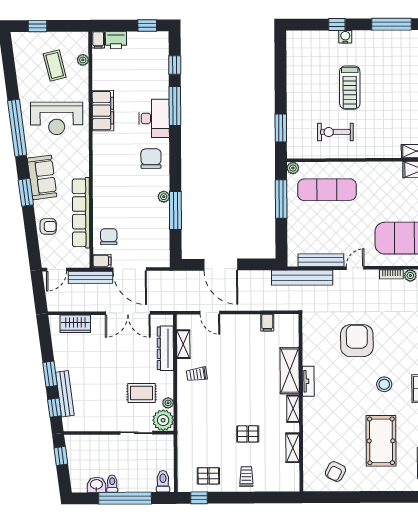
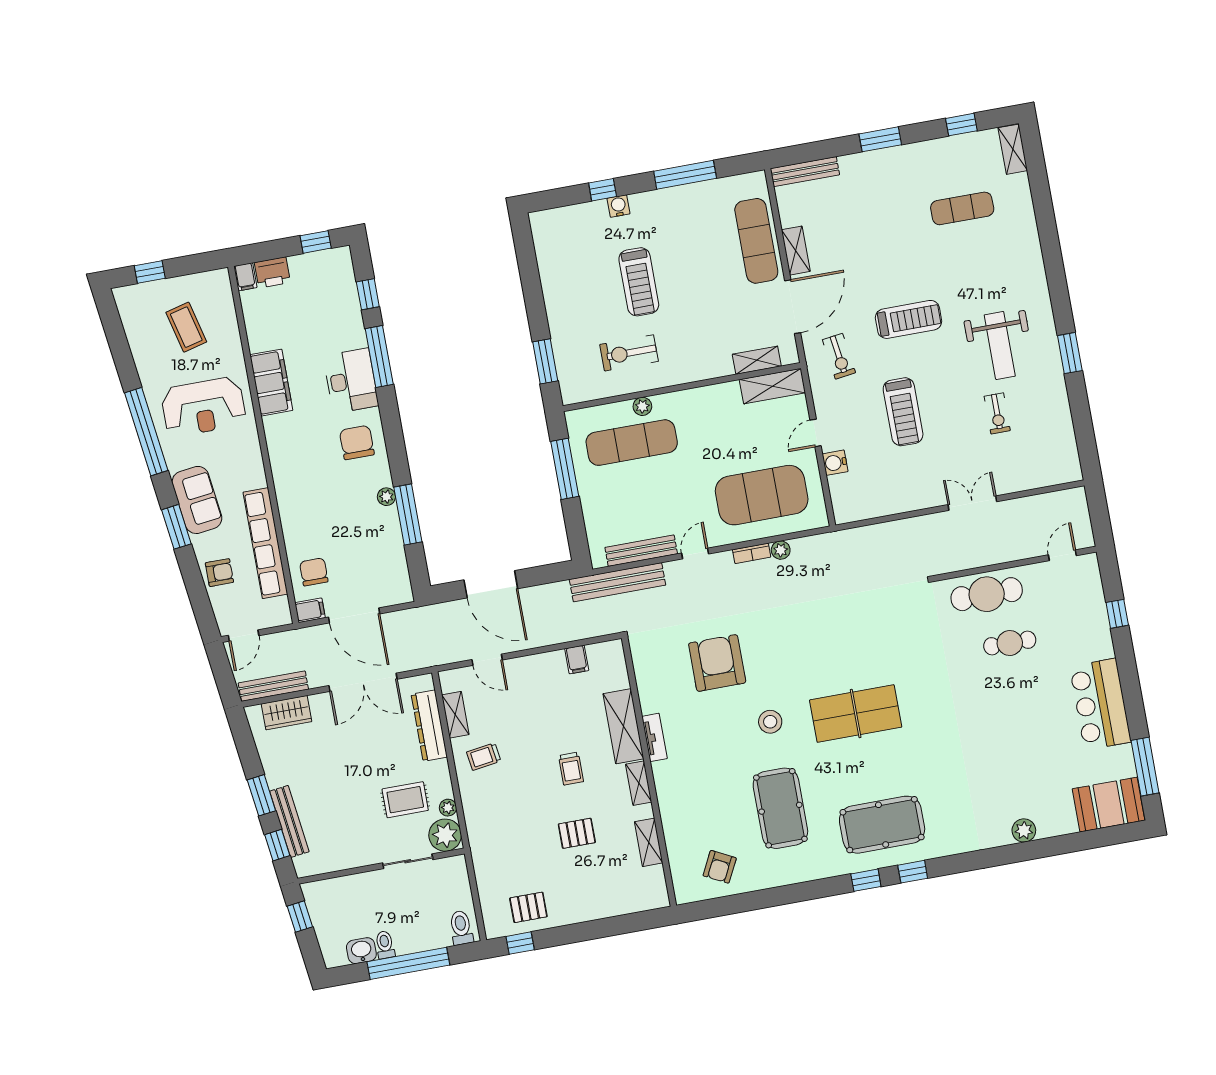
plant: (83, 60) -> (227, 311), removed
plant: (293, 168) -> (642, 406), moved
bench: (90, 277) -> (273, 686), moved
trolley: (246, 477) -> (571, 769), moved, turned 180

